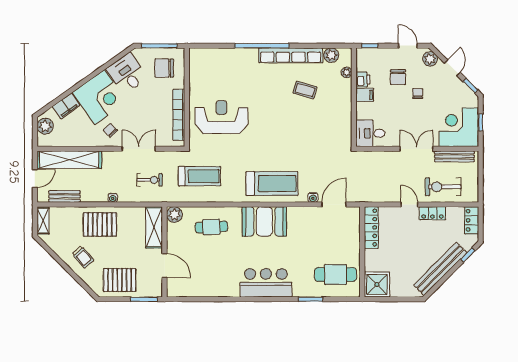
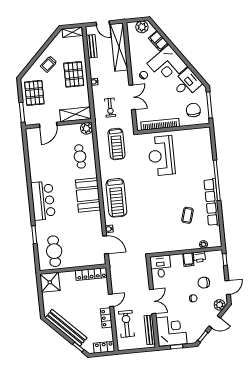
plant: (331, 55) -> (215, 232), removed
reception desk: (221, 117) -> (161, 156), turned 180

